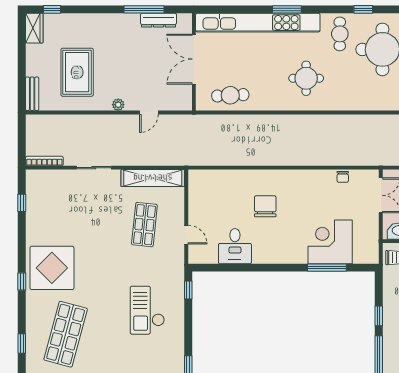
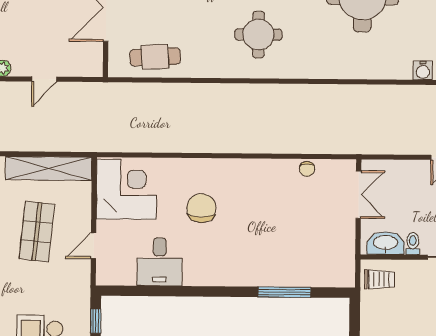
door: (186, 235) -> (94, 246), swing flipped
corner desk: (330, 242) -> (126, 189), moved, turned 90

